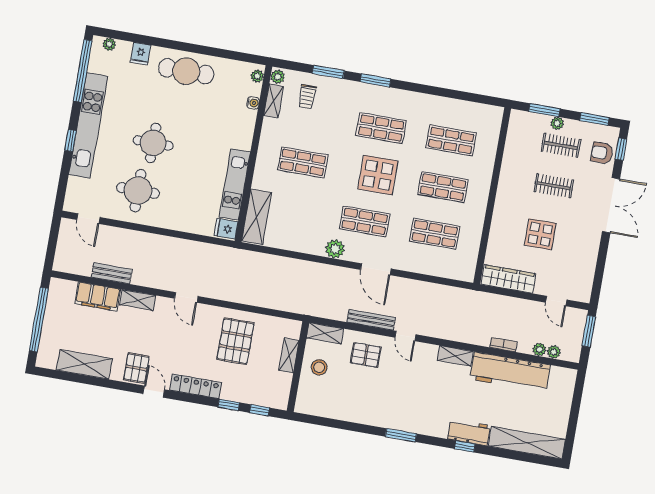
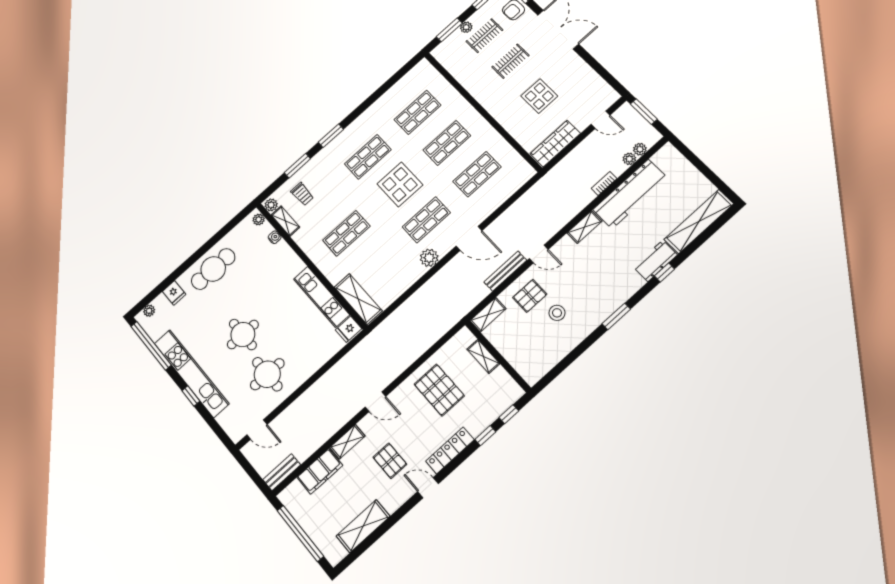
bench: (112, 273) -> (282, 472), moved
stool: (319, 367) -> (557, 313), moved
pallet: (136, 368) -> (390, 461), moved

